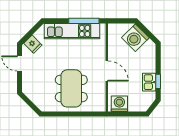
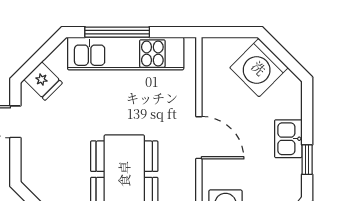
window: (84, 21) -> (117, 32), moved
kitchen sink: (149, 82) -> (288, 139), moved

